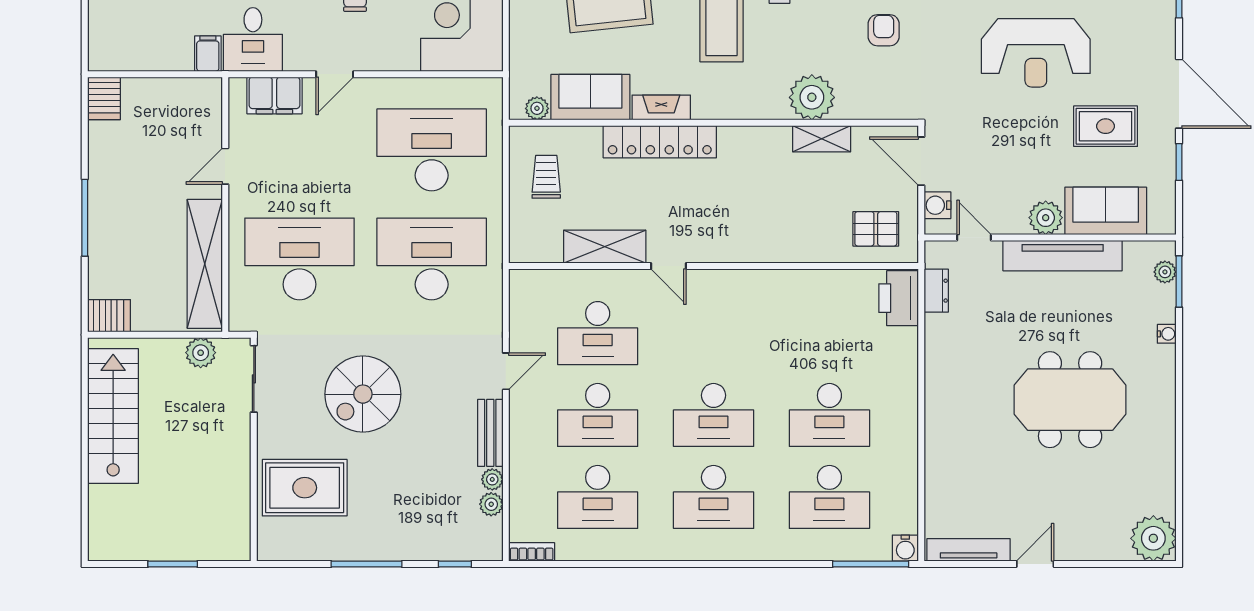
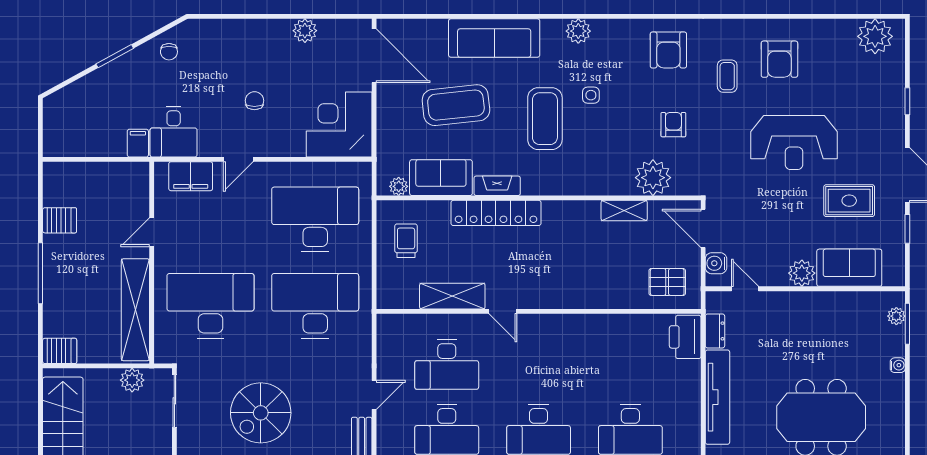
plant: (812, 97) -> (653, 178), moved
server rack: (104, 98) -> (60, 220), moved, turned -90
tv unit: (1063, 256) -> (717, 397), moved, turned -90

